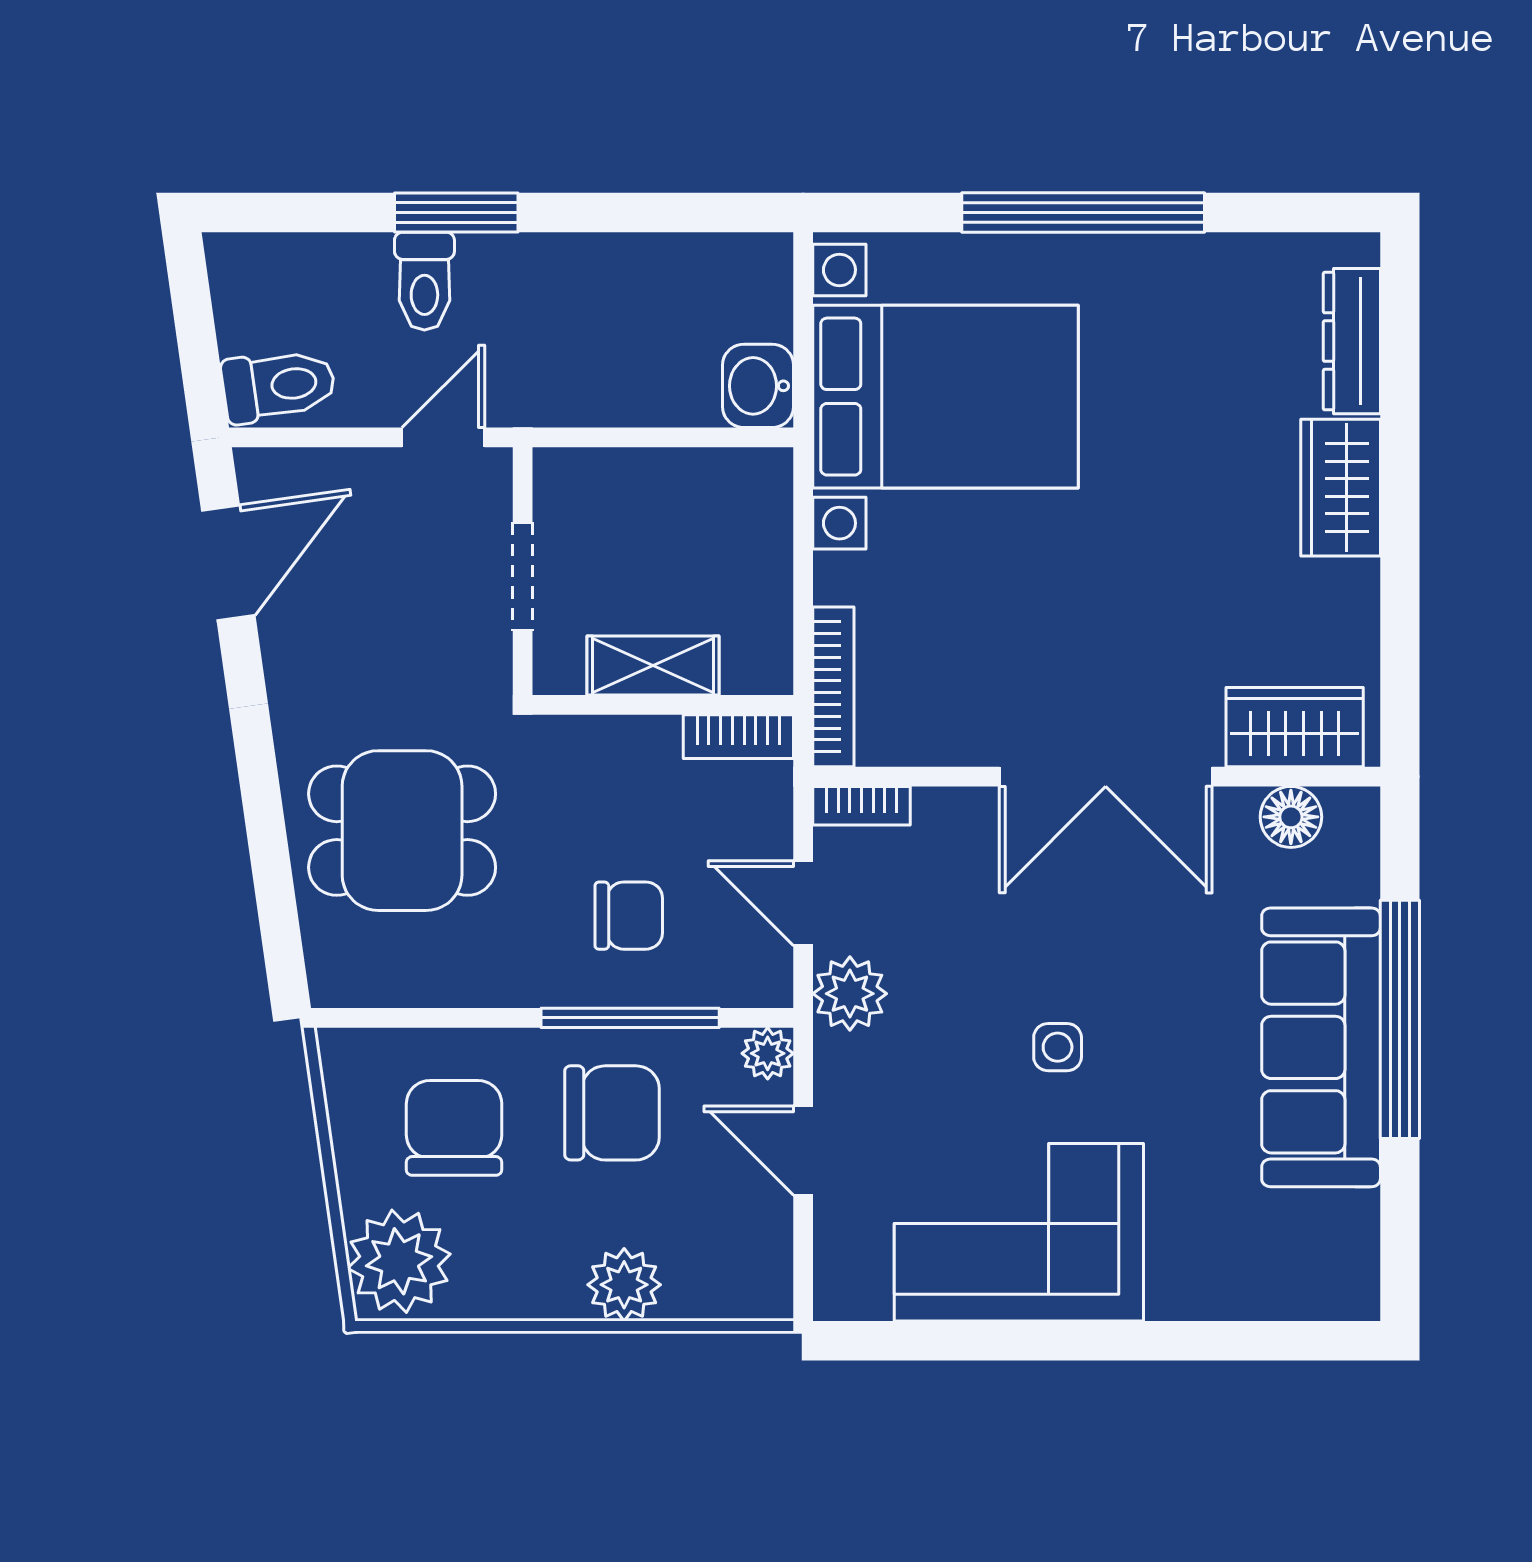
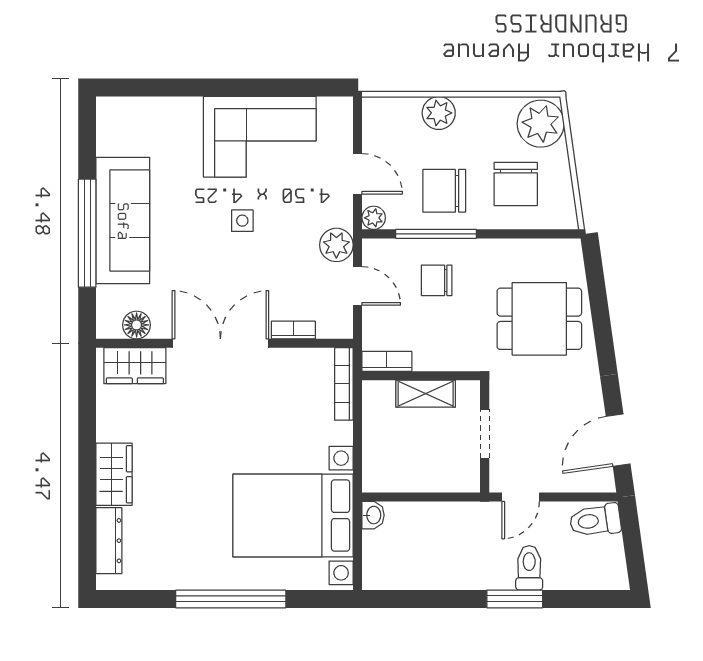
washbasin: (758, 386) -> (373, 515), width x0.72, depth x0.69
bookcase: (861, 806) -> (293, 330), moved

